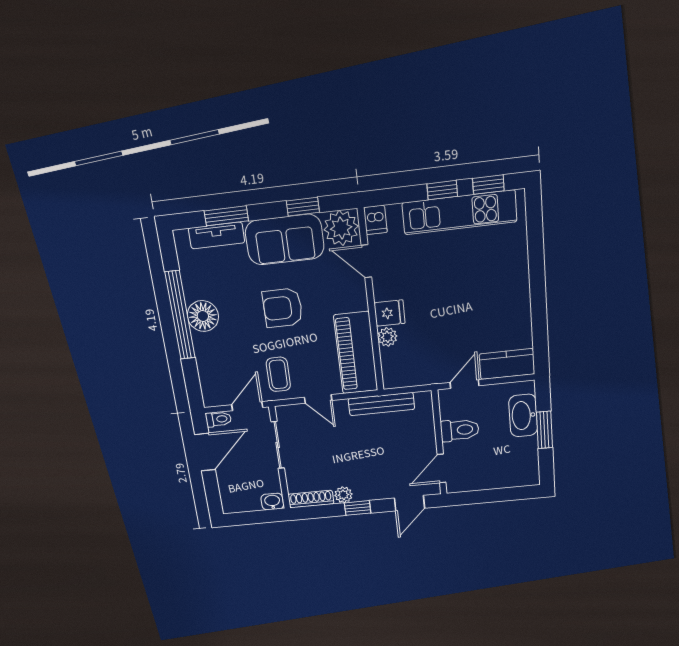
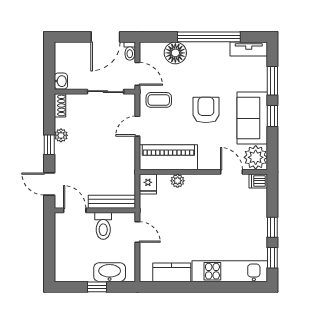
window: (303, 207) -> (272, 116), moved
kitchen unit: (459, 212) -> (230, 271), moved, turned 90
tv unit: (217, 235) -> (249, 49), moved, turned -90
door: (366, 261) -> (232, 172), hinge flipped
fridge: (390, 313) -> (148, 184), moved
floor lamp: (203, 316) -> (175, 53), moved
kitchen counter: (507, 364) -> (172, 272), moved, turned -90
bench: (381, 404) -> (112, 202), moved, turned 90
window: (544, 430) -> (97, 287), width x0.67
door: (205, 452) -> (105, 37), hinge flipped
shoe rack: (311, 499) -> (60, 105), width x0.70

